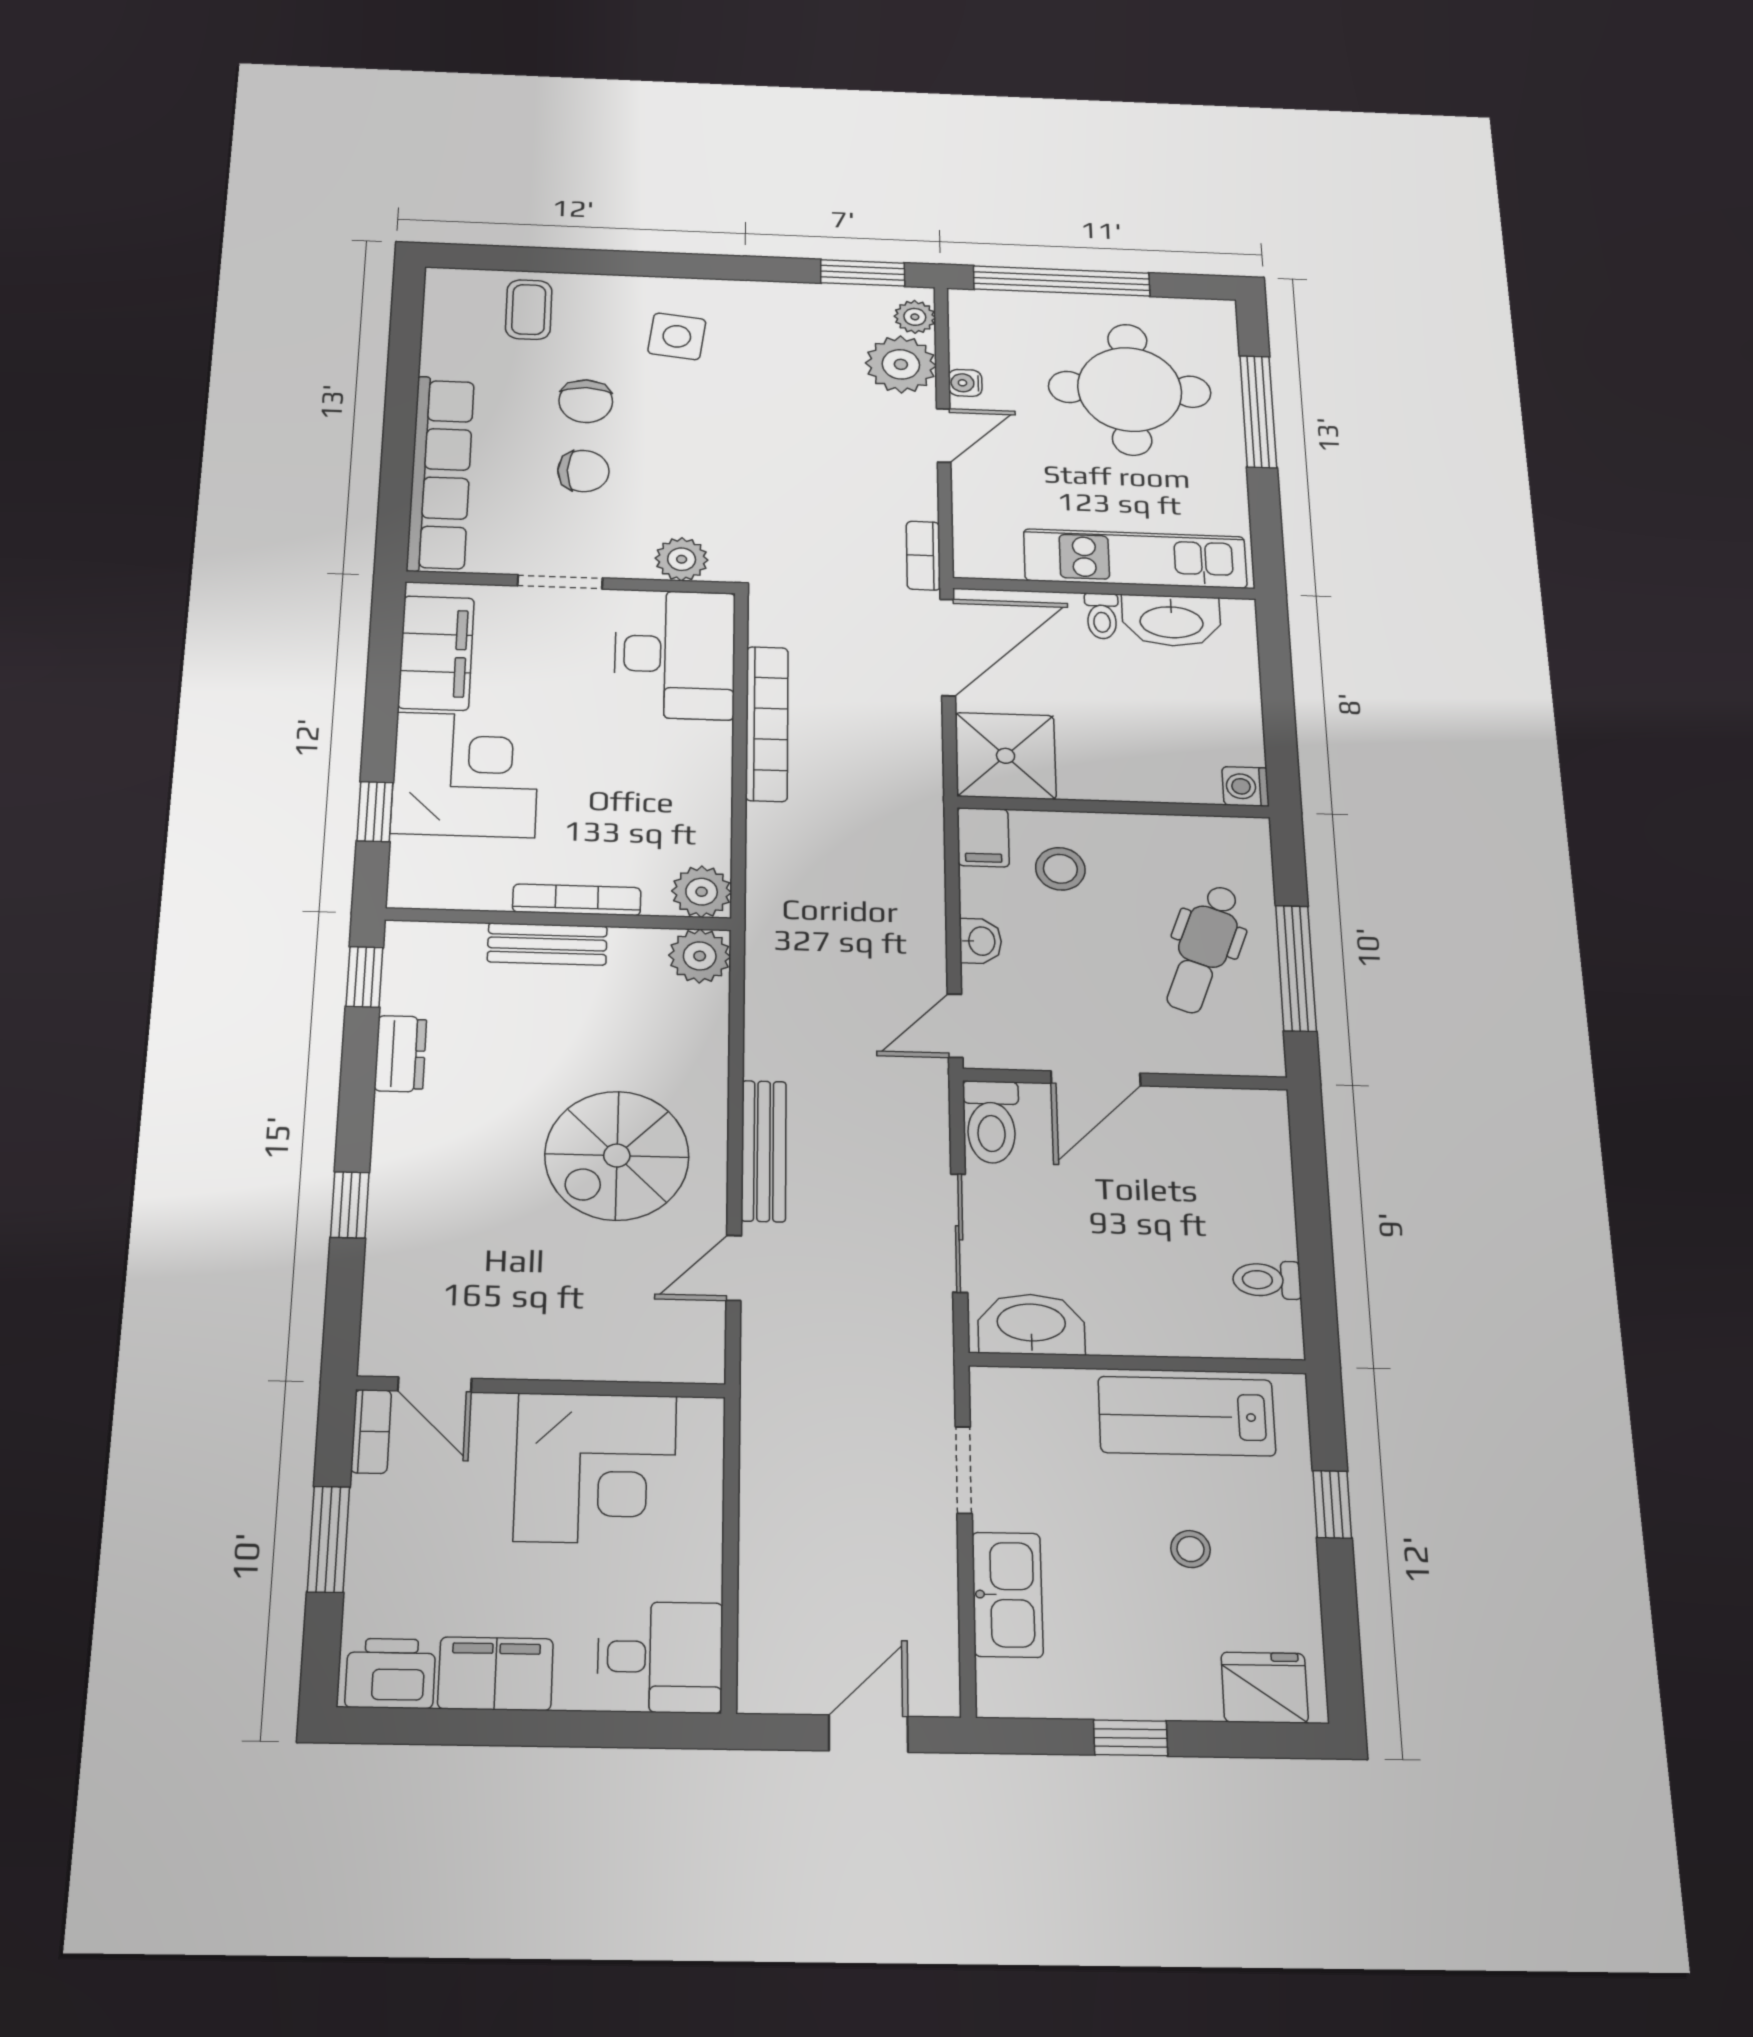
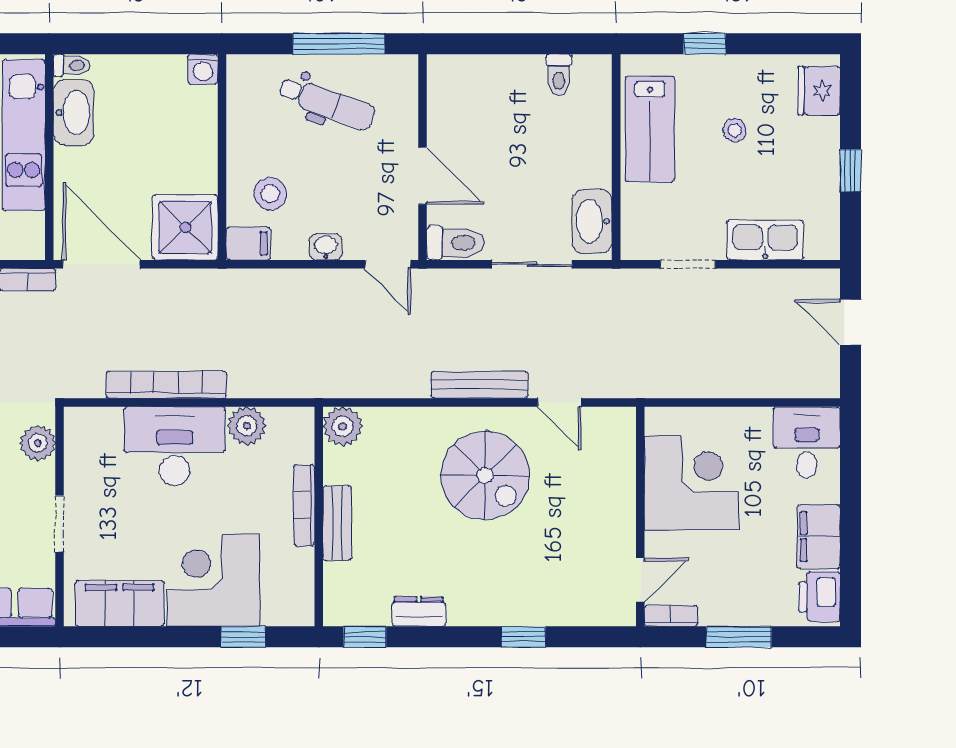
toilet: (1102, 616) -> (72, 65), moved
desk: (675, 654) -> (175, 446), moved
plant: (702, 892) -> (247, 426), moved

